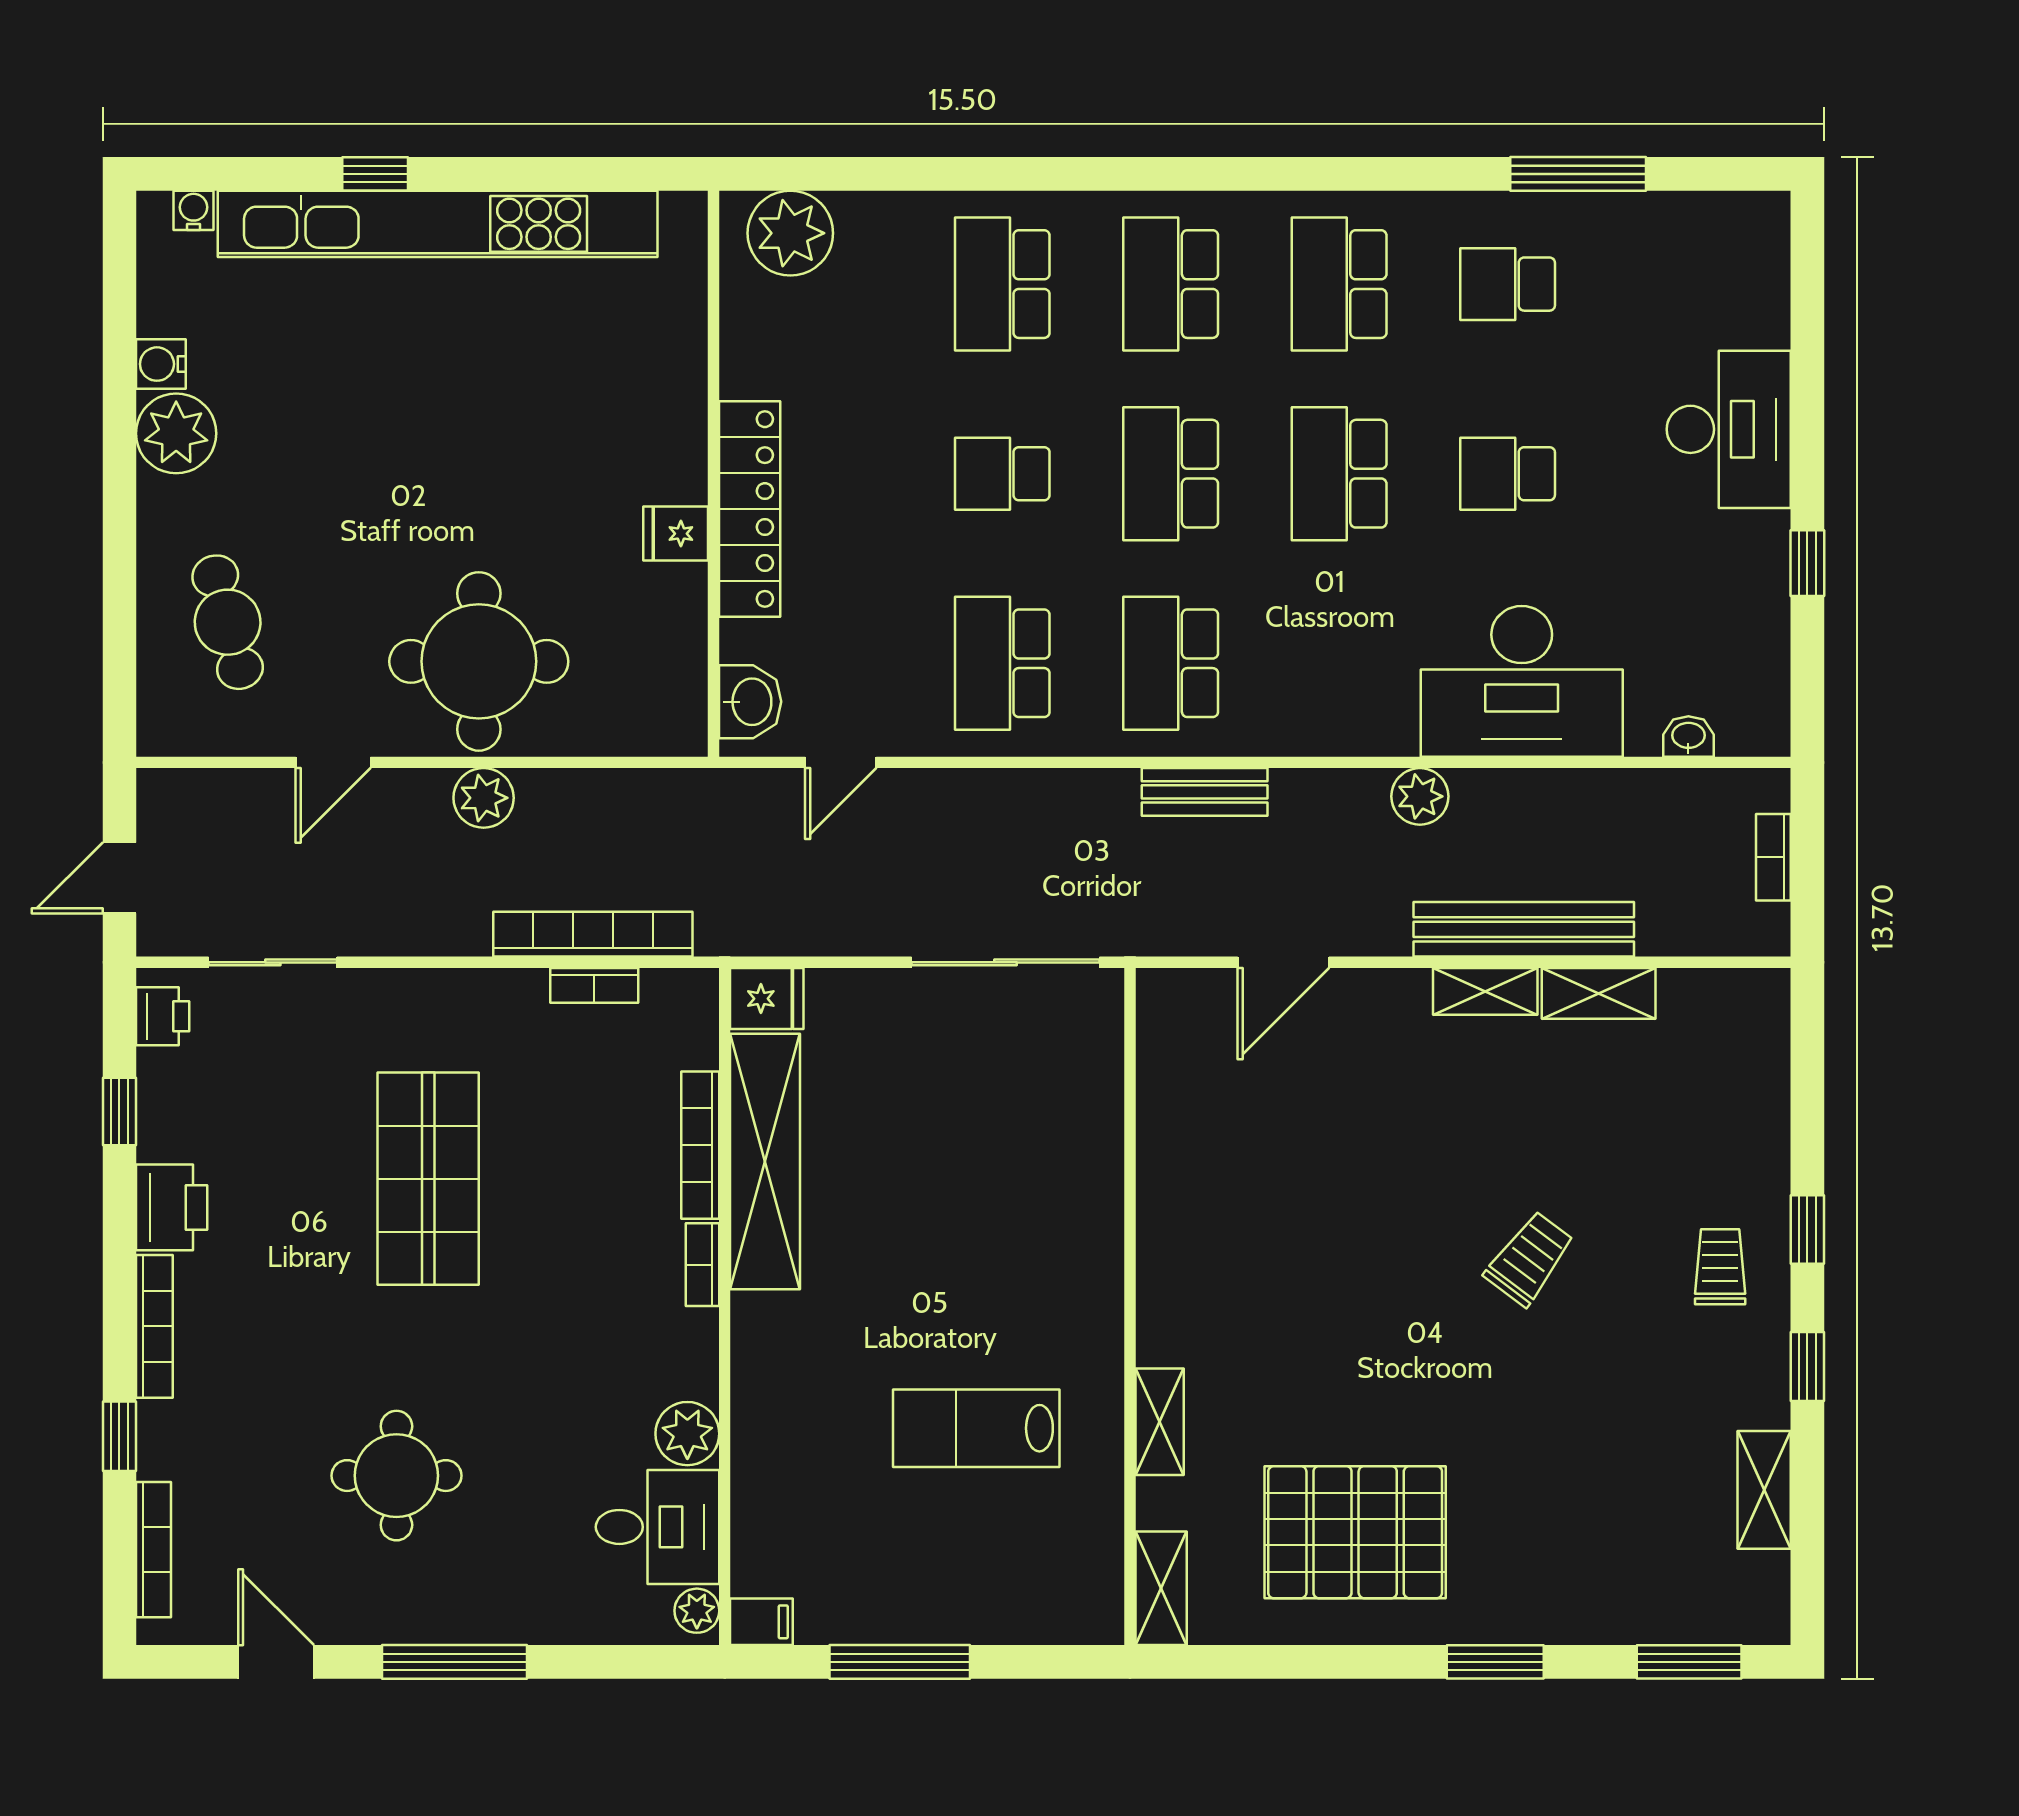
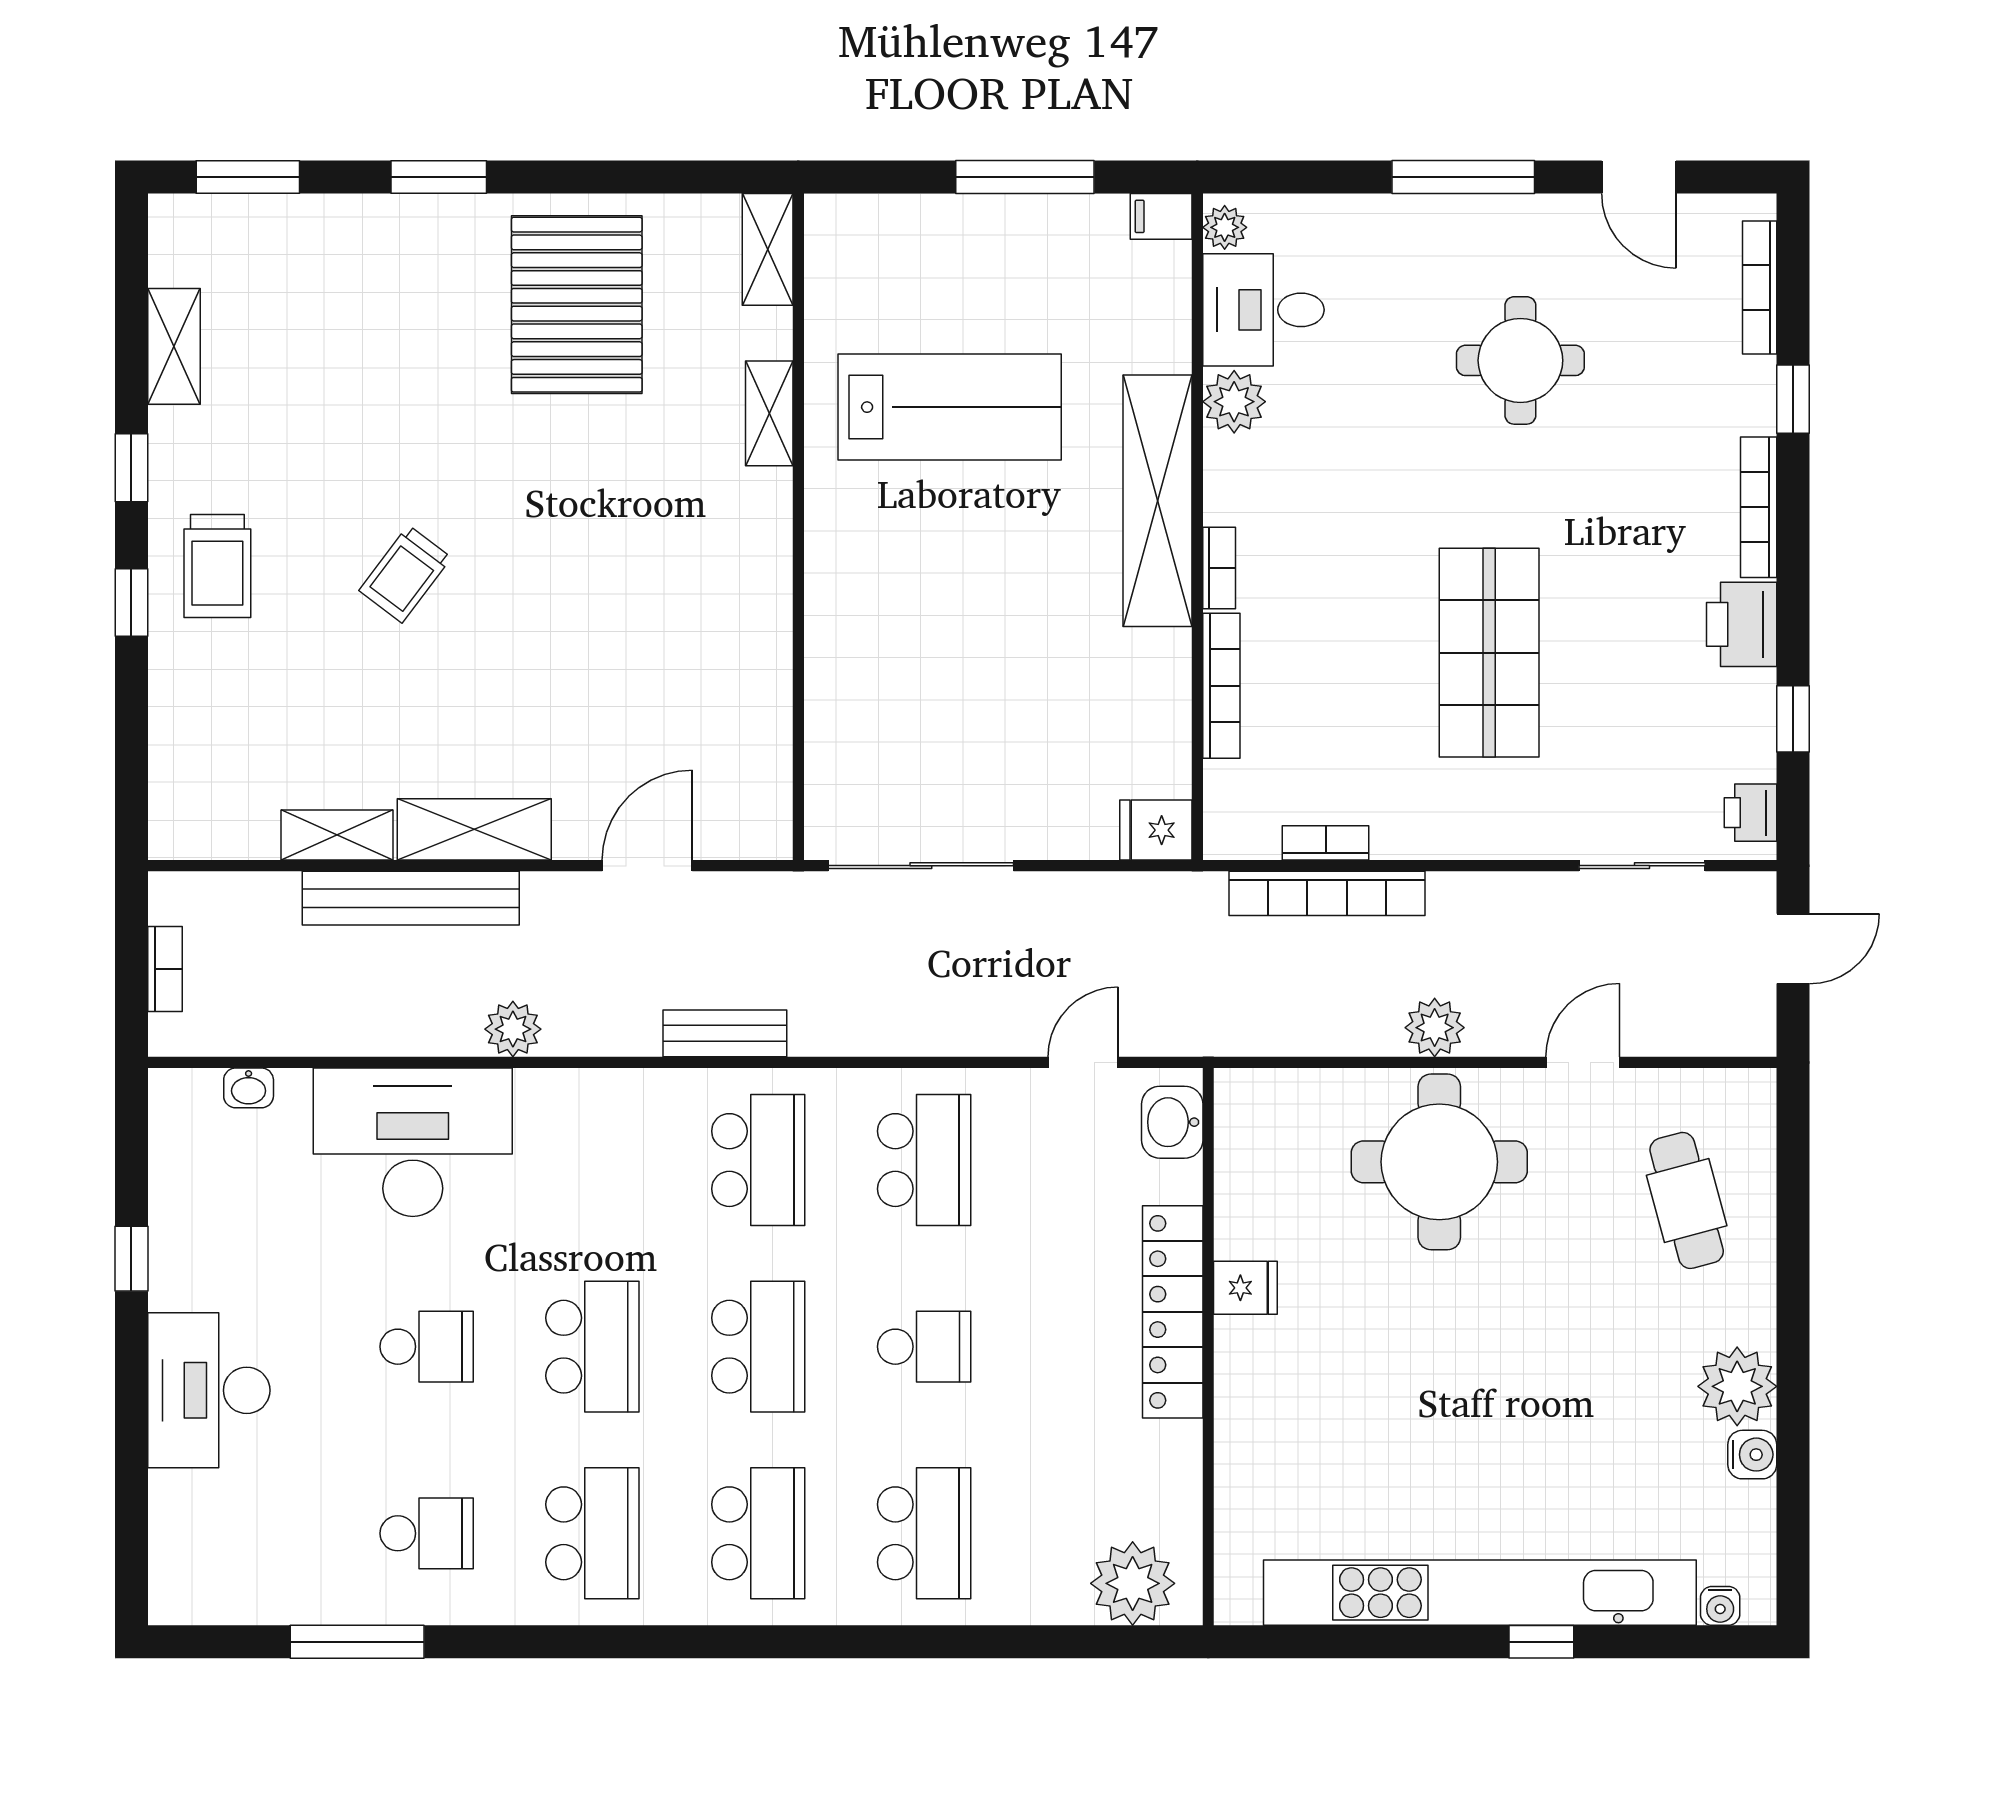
shelving: (1485, 991) -> (474, 829), width x1.50, depth x1.33
shelving: (765, 1161) -> (1158, 501), moved
trolley: (1720, 1267) -> (217, 566), width x1.36, depth x1.39
lab bench: (976, 1428) -> (950, 407), width x1.36, depth x1.39
pallet: (1355, 1532) -> (577, 305), turned 90

